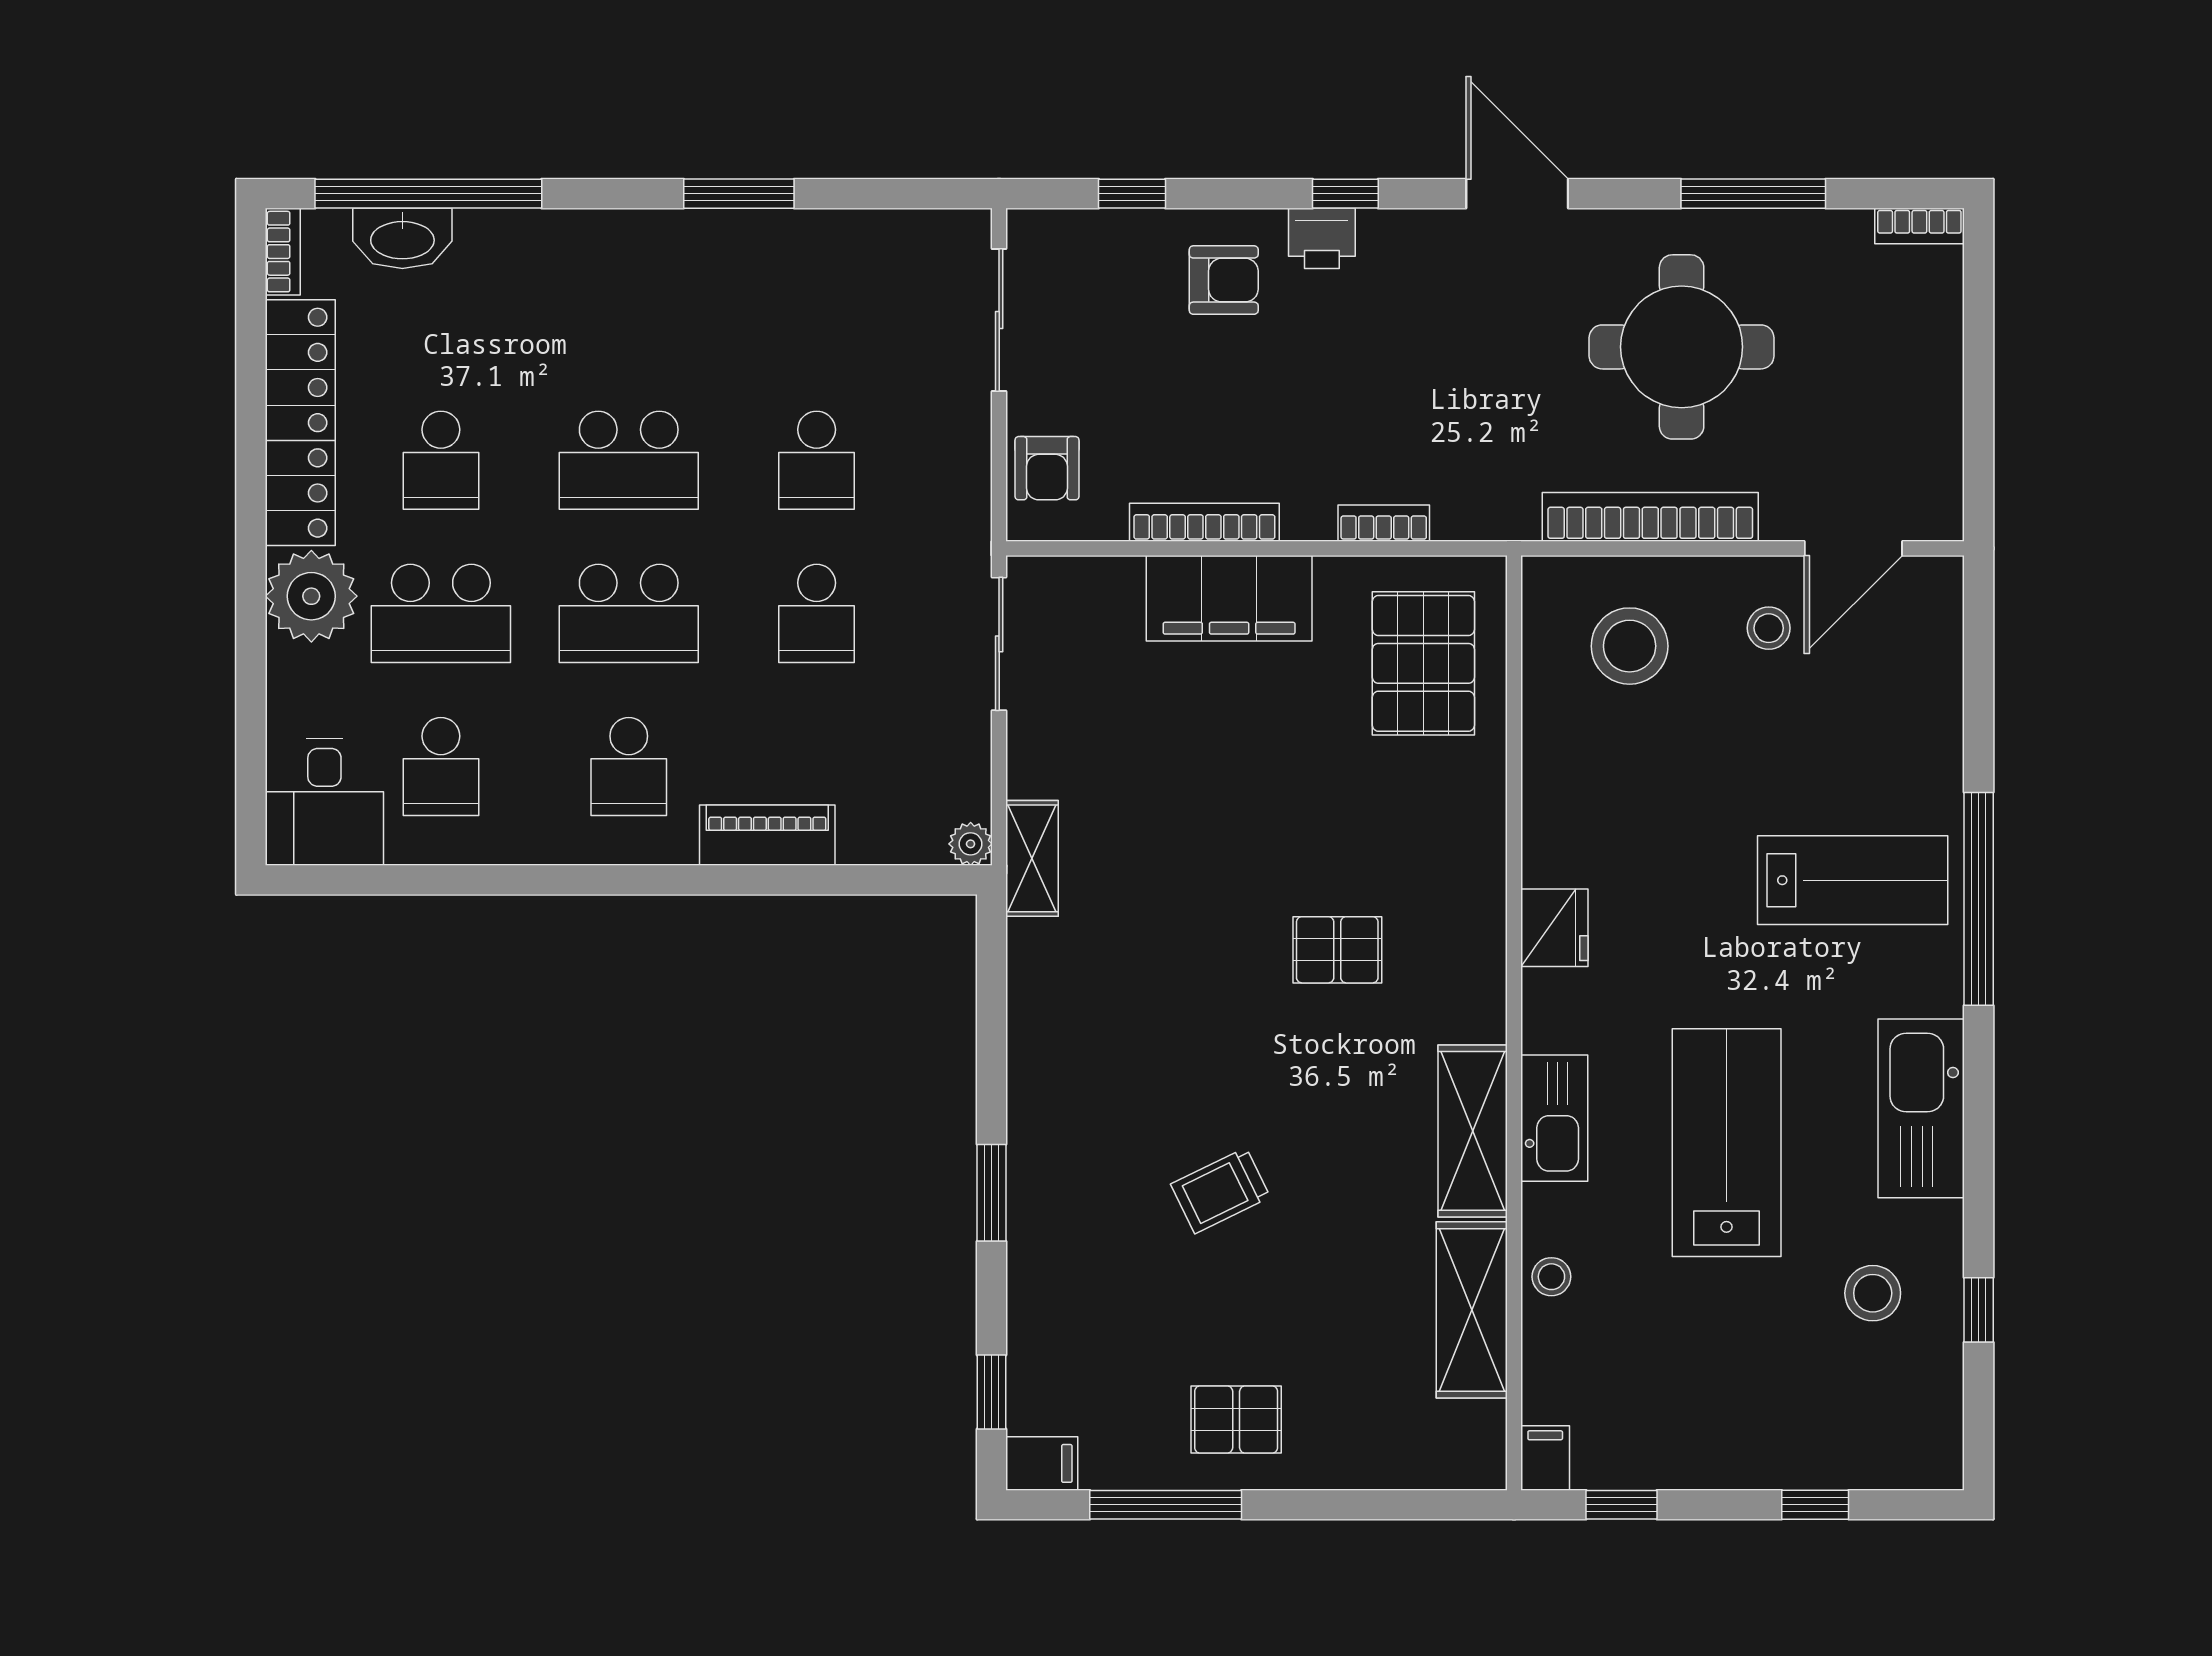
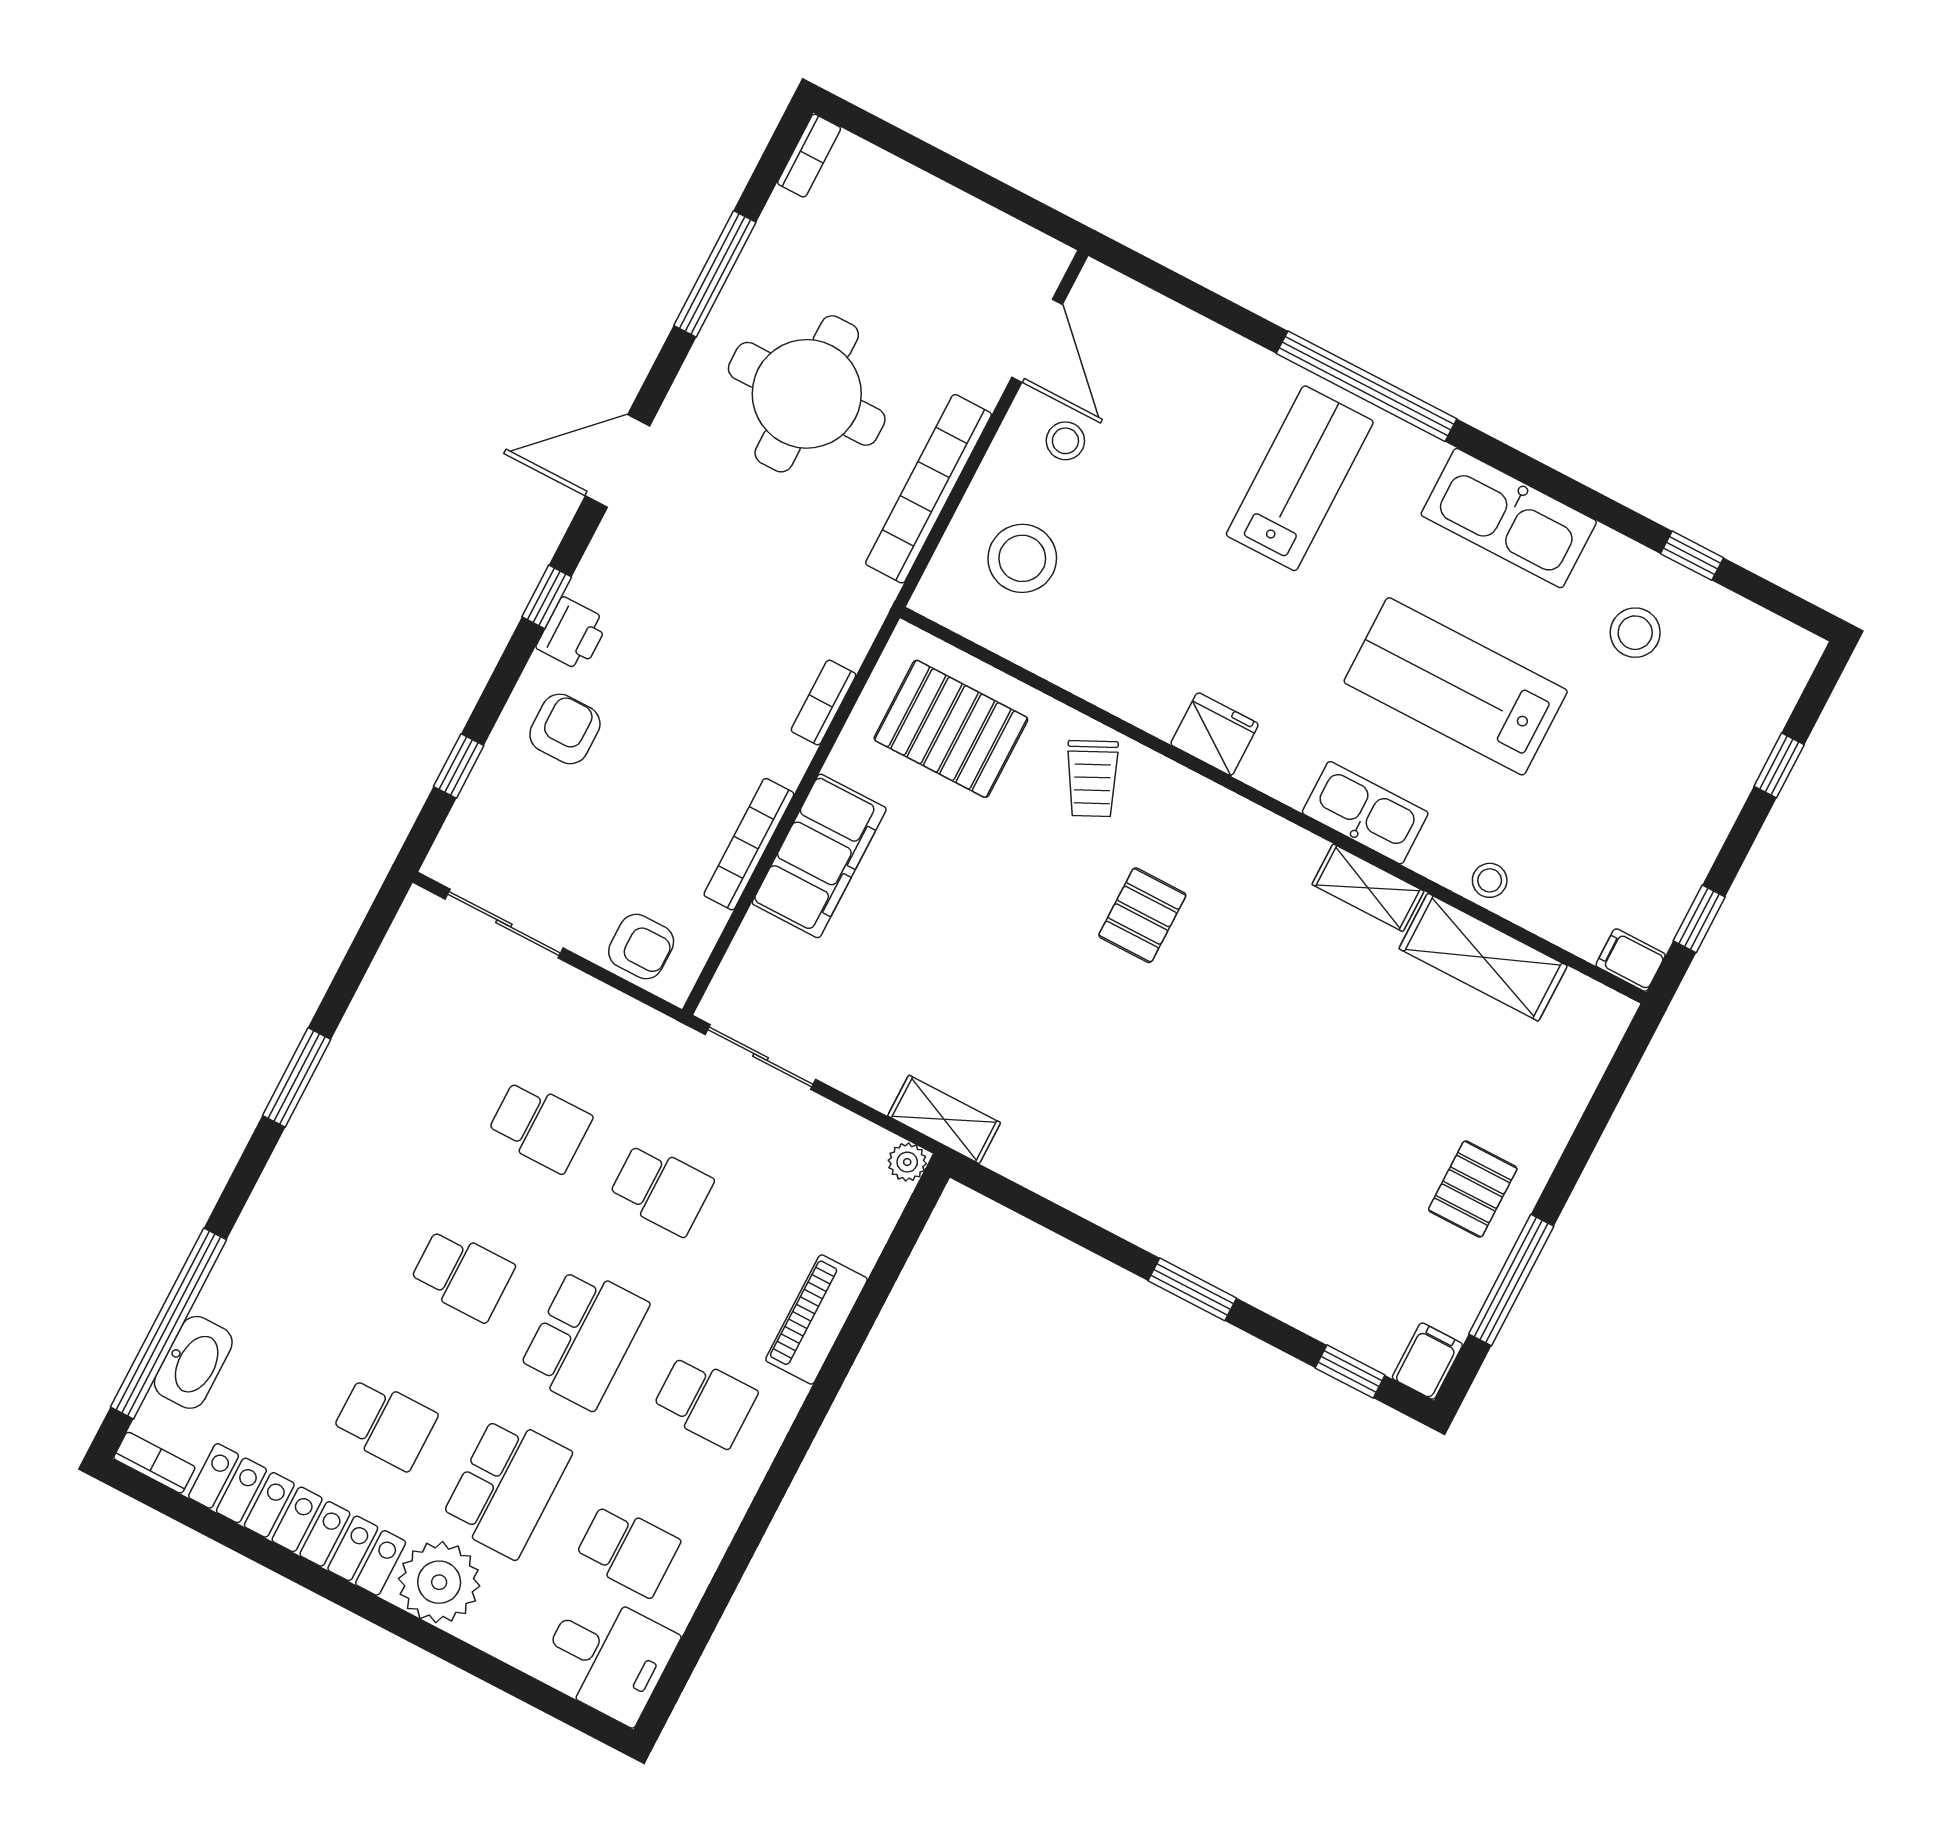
school desk: (629, 460) -> (462, 1275), width x0.54
shelving: (1473, 1131) -> (1368, 888), width x0.67, depth x0.75
trolley: (1220, 1191) -> (1092, 778), moved

